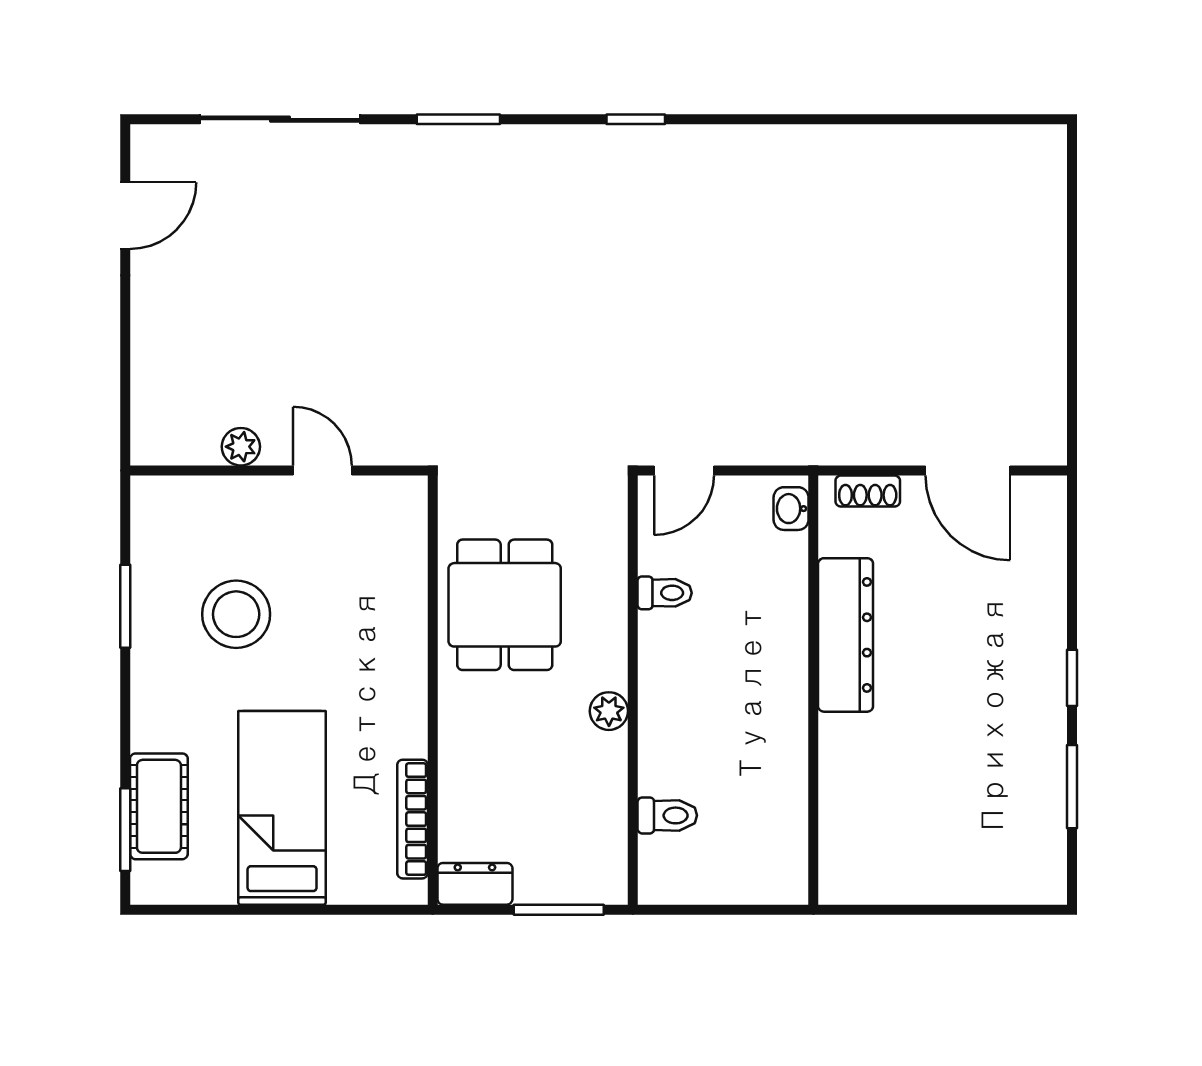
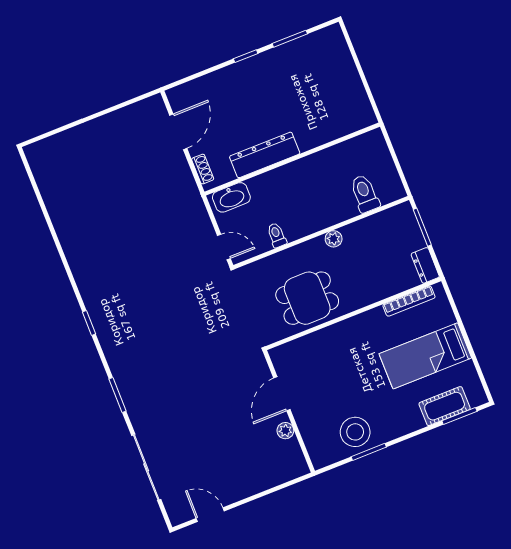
door: (322, 471) -> (282, 394), width x1.37
washbasin: (791, 509) -> (231, 197), width x1.91, depth x1.45
stool: (236, 614) -> (355, 432), moved
toilet: (667, 815) -> (365, 194), width x1.37, depth x1.39

